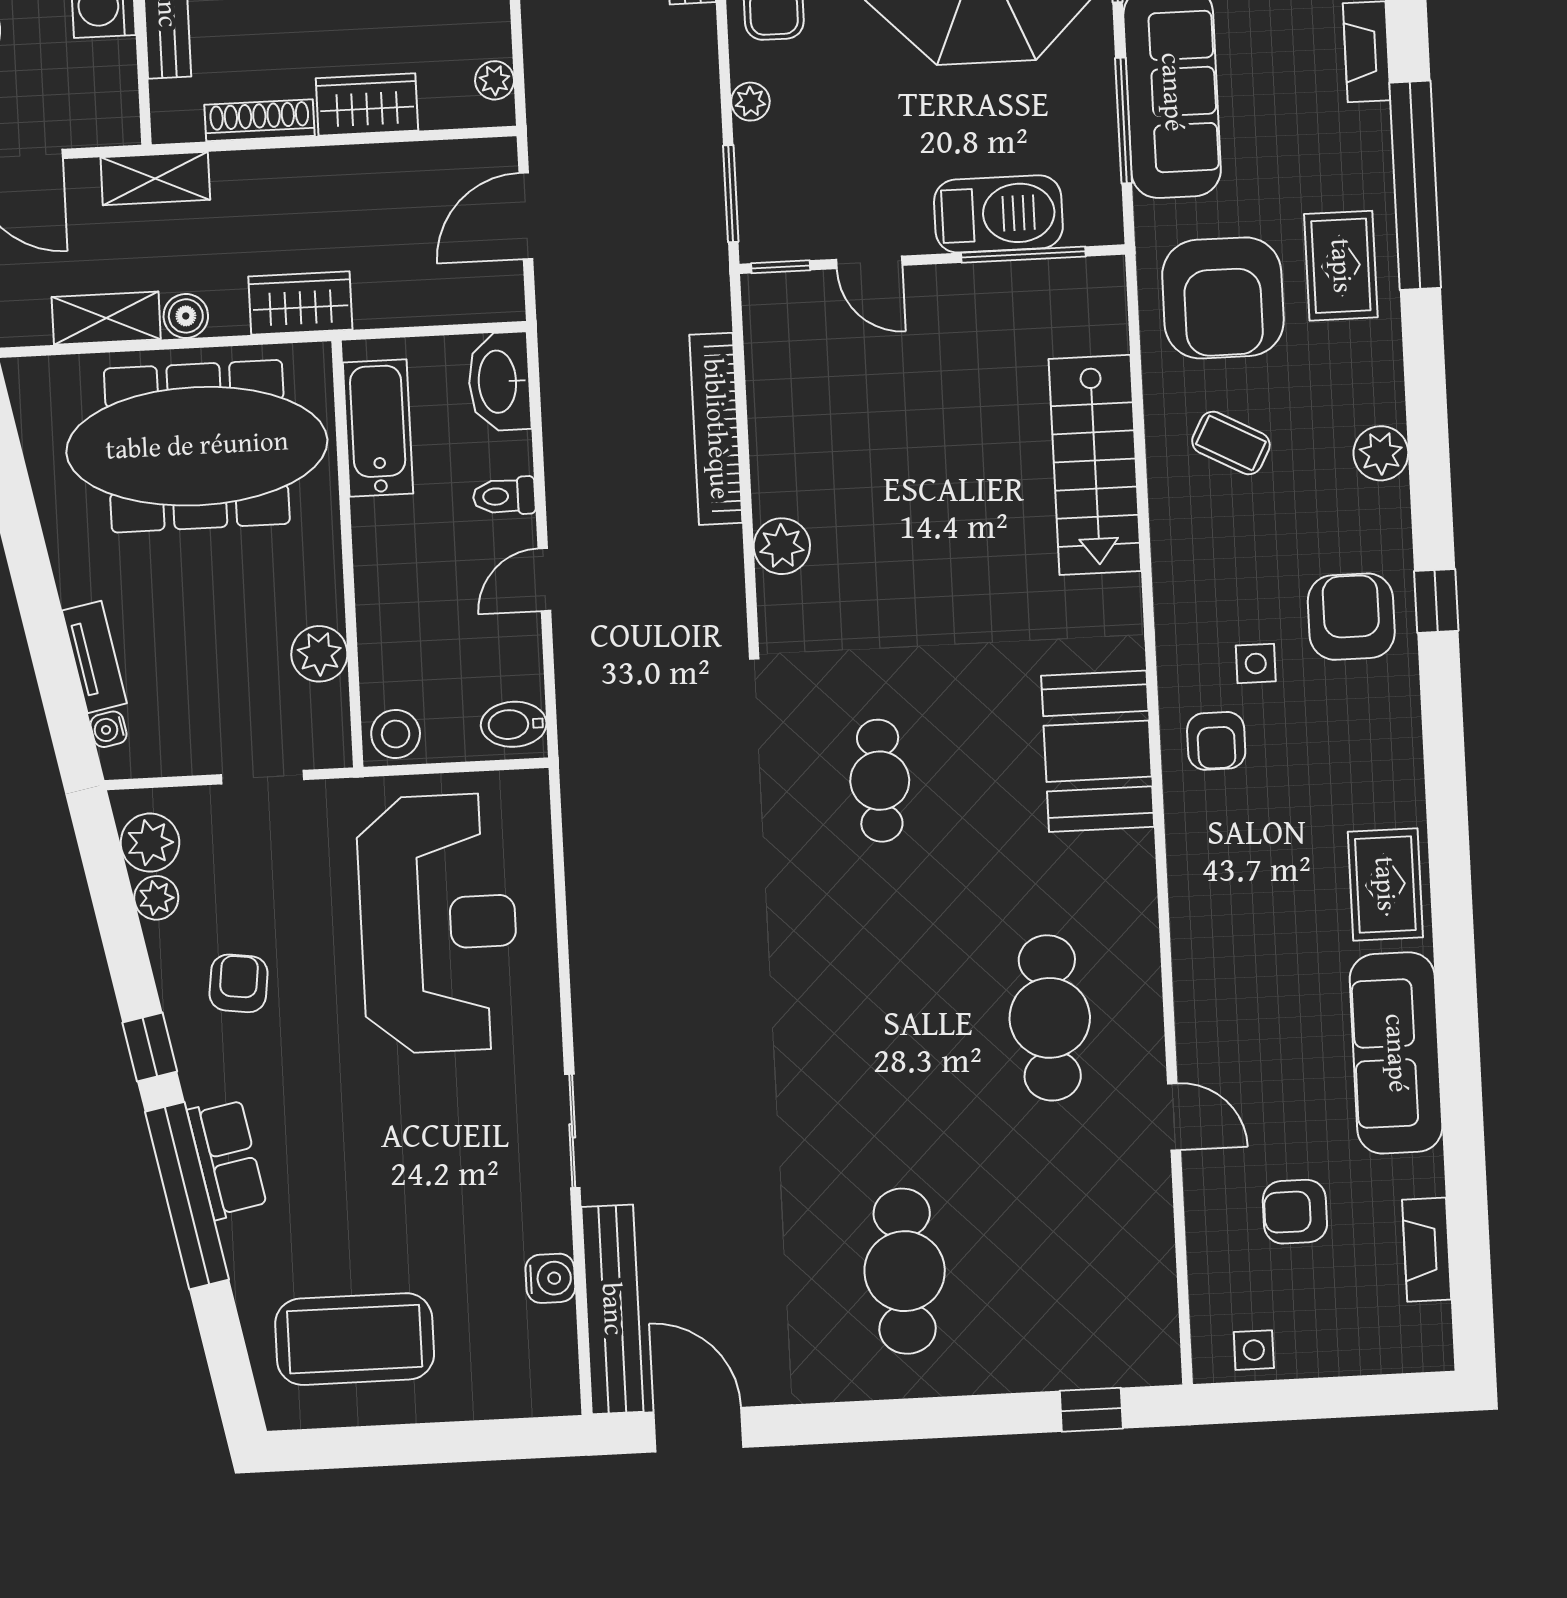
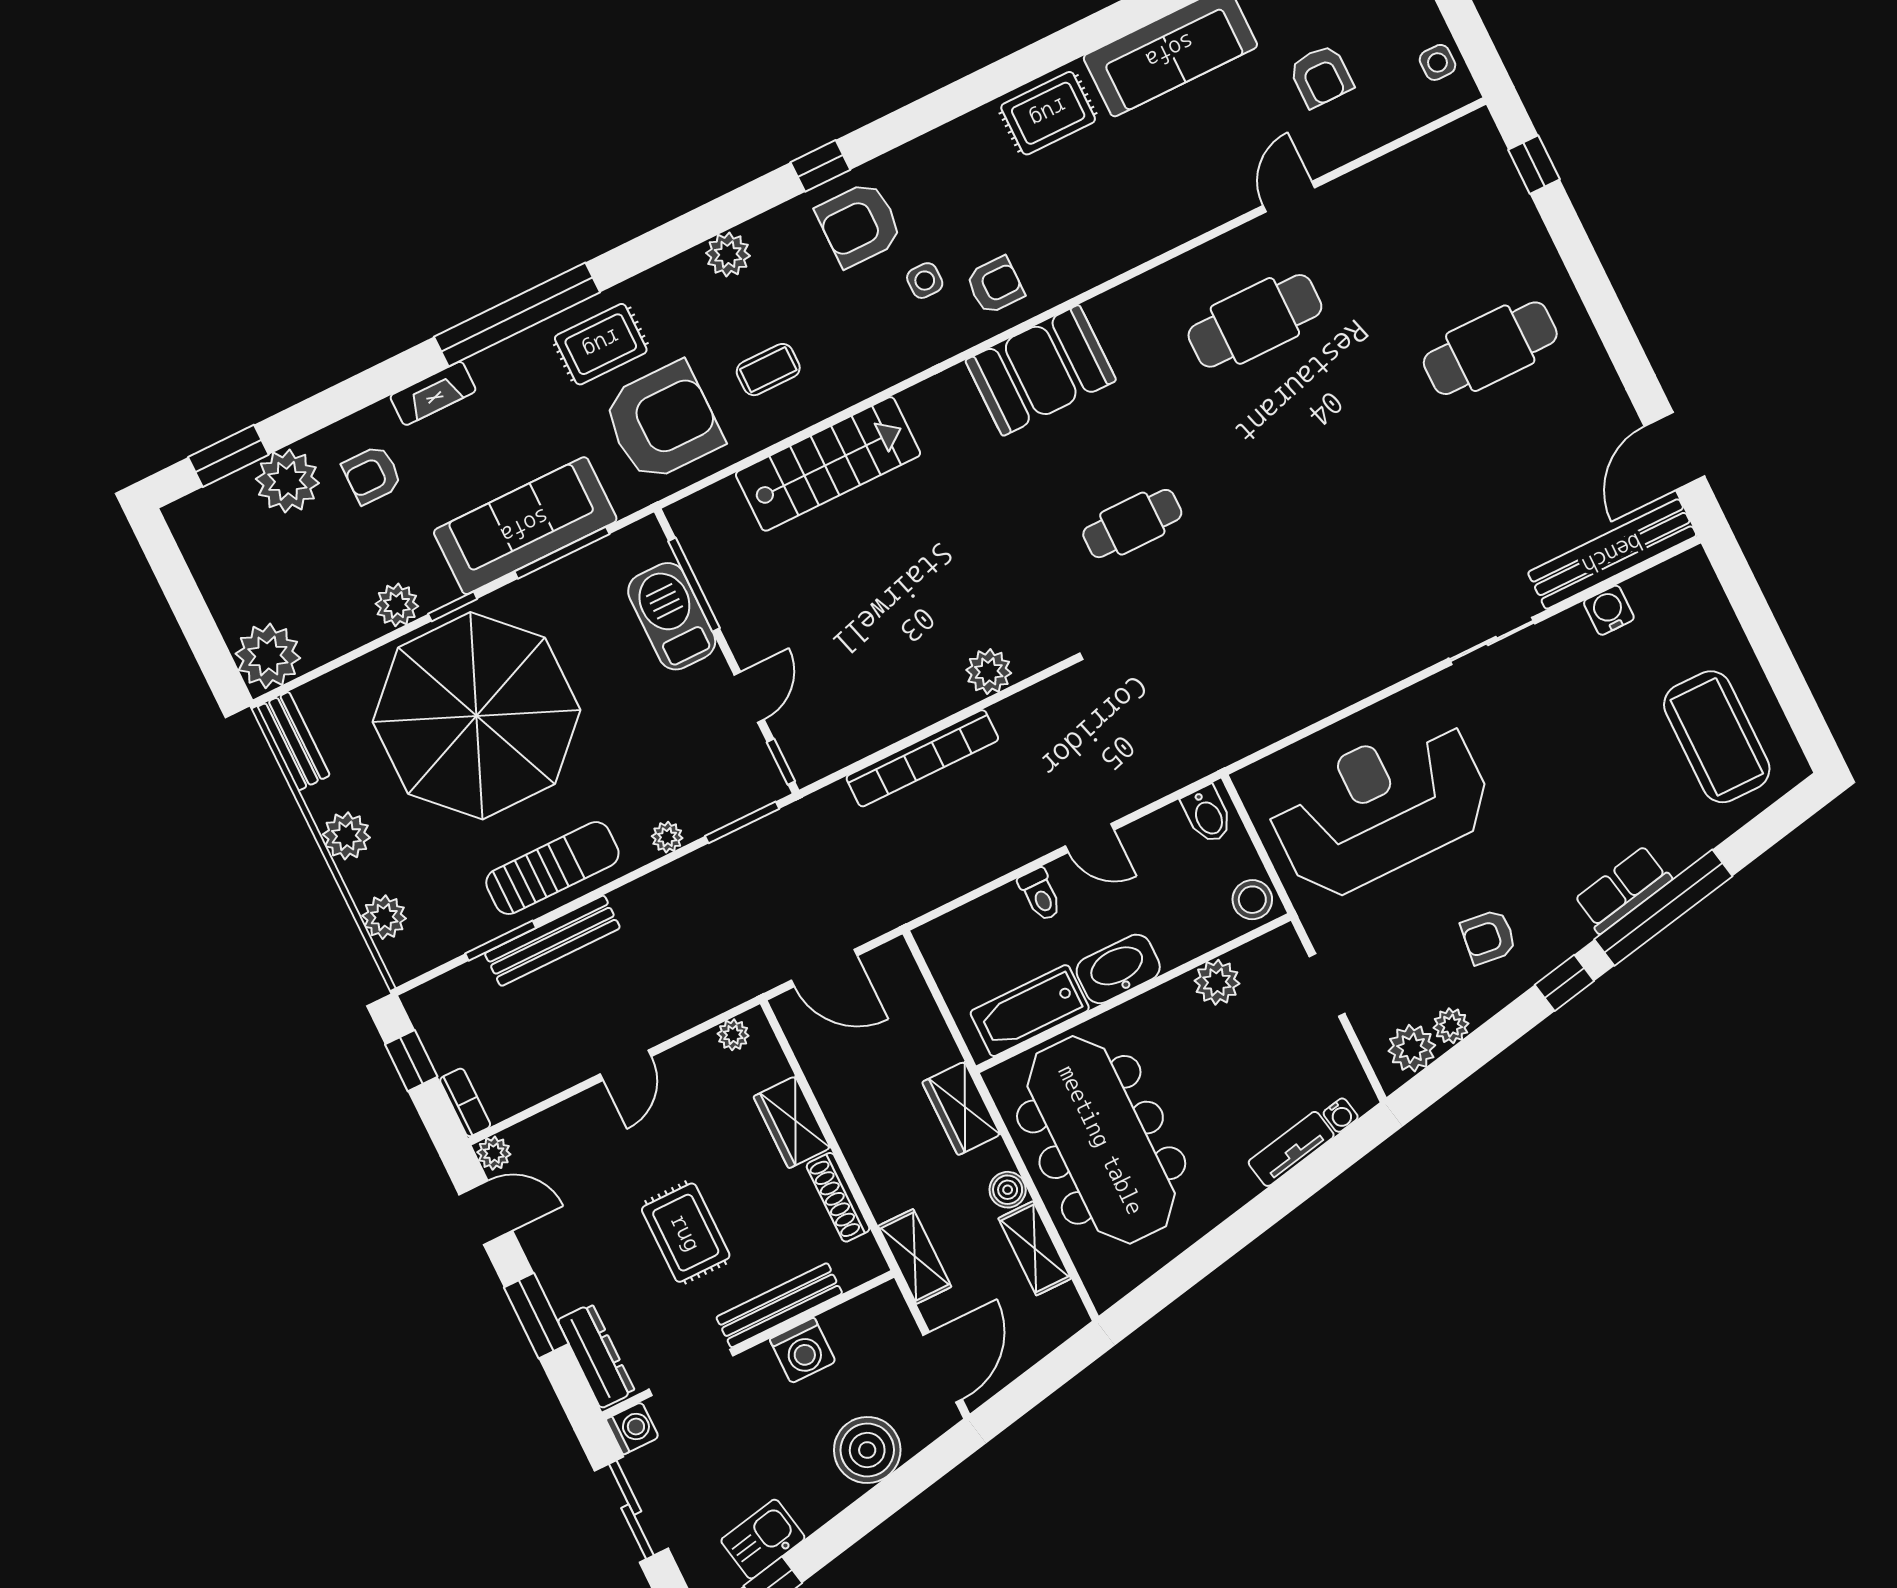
washbasin: (499, 382) -> (1118, 969), moved, turned 180
coffee table: (1231, 443) -> (768, 370), turned 62

